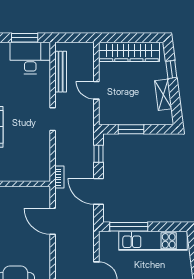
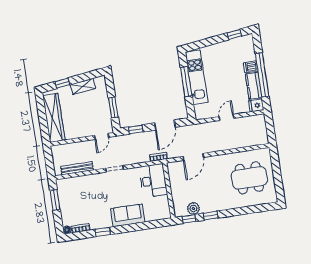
desk: (30, 58) -> (153, 181), moved, turned 180
door: (96, 90) -> (102, 136), moved
window: (129, 227) -> (186, 82), moved

